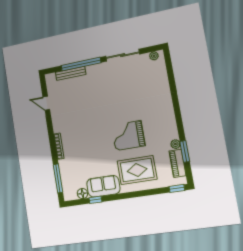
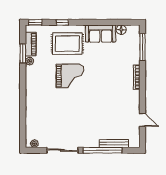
window: (95, 200) -> (62, 22), moved

